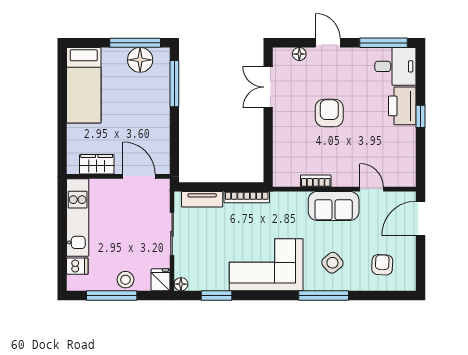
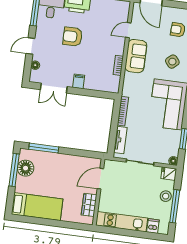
armchair: (329, 113) -> (73, 37), moved
filing cabinet: (283, 124) -> (79, 81), added

